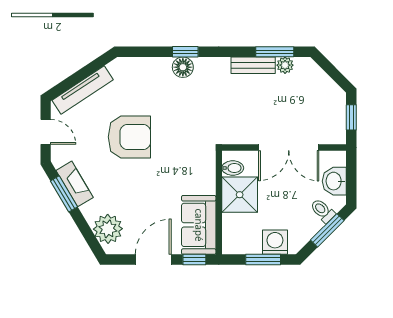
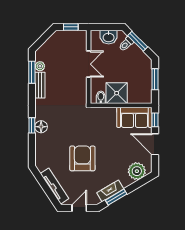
double door: (289, 147) -> (89, 64), width x0.73
washing machine: (275, 242) -> (145, 72), removed

